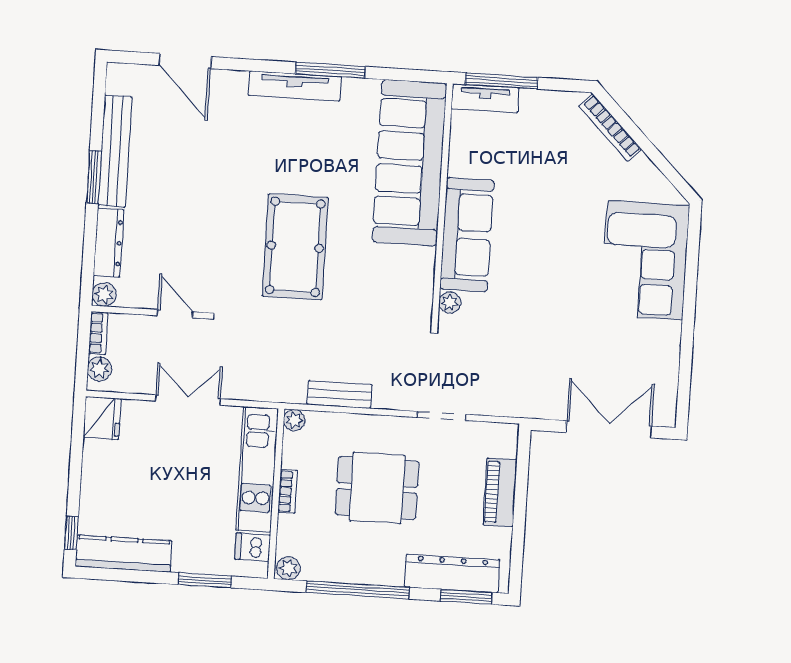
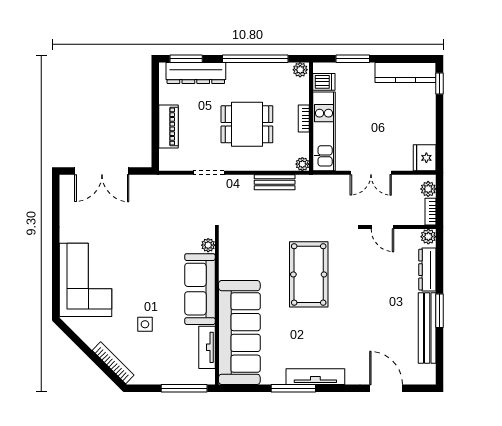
tv unit: (485, 98) -> (207, 347), moved, turned -90
side table: (557, 185) -> (145, 324), added

